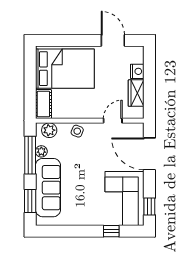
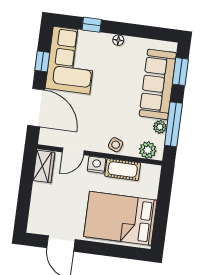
nightstand: (137, 71) -> (96, 165), moved, turned 90
wardrobe: (136, 93) -> (44, 166), moved
cot: (43, 104) -> (123, 170), moved, turned 90
window: (149, 207) -> (42, 61), moved
floor lamp: (87, 221) -> (118, 40), added

